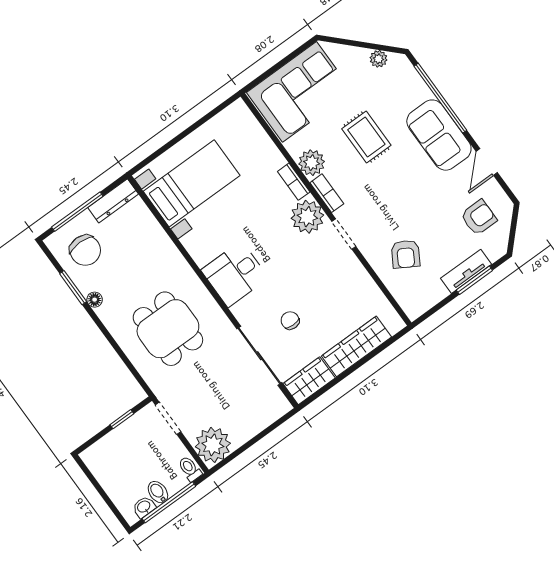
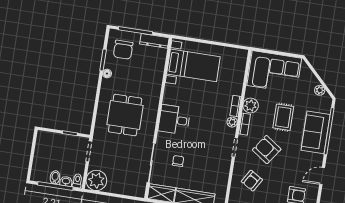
sofa: (439, 135) -> (316, 132), moved
armchair: (386, 197) -> (267, 150), added
plant: (307, 217) -> (232, 122), width x0.53, depth x0.53
washbasin: (144, 507) -> (66, 181), moved

